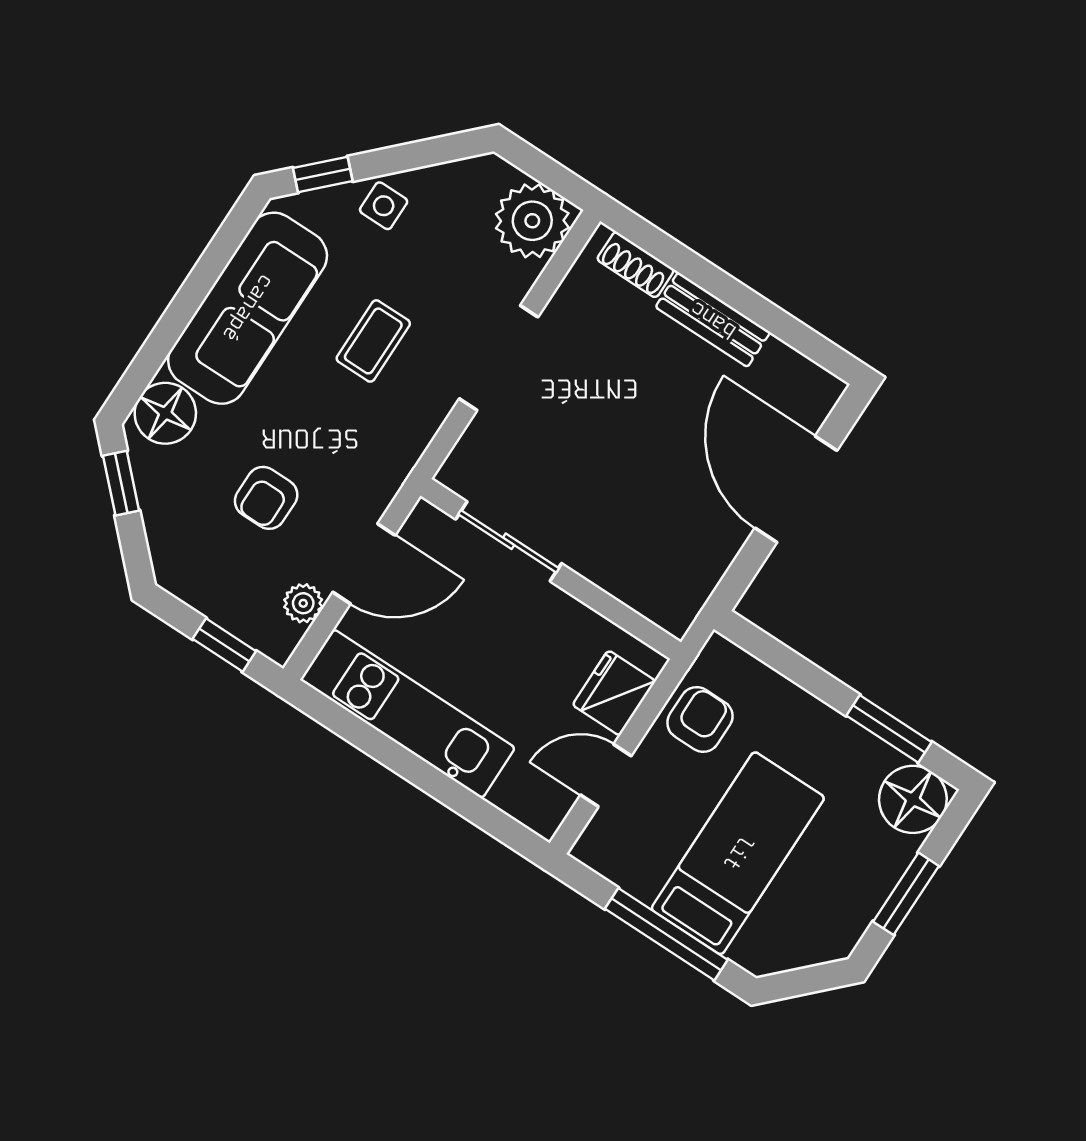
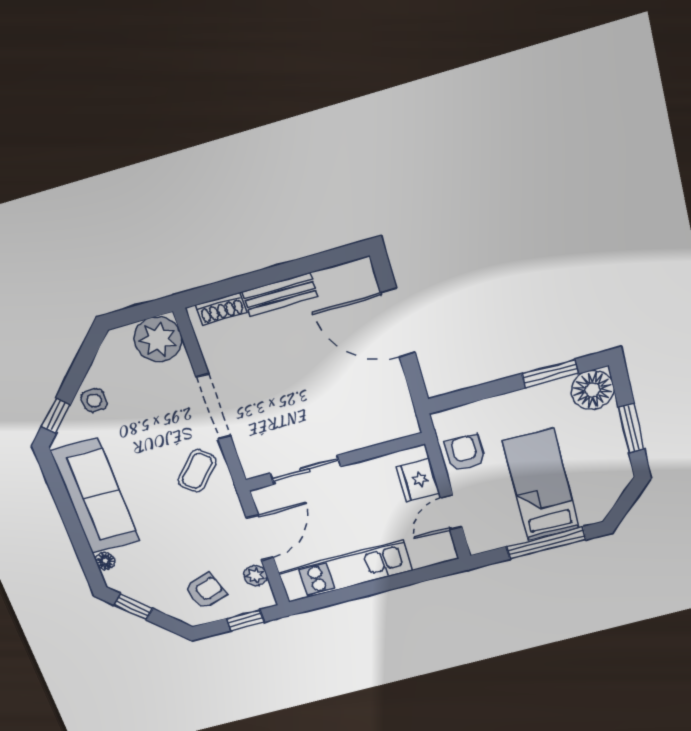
coffee table: (373, 341) -> (197, 471), moved, turned 42
floor lamp: (165, 413) -> (105, 561), width x0.53, depth x0.53
armchair: (266, 498) -> (205, 591), moved, turned -109

